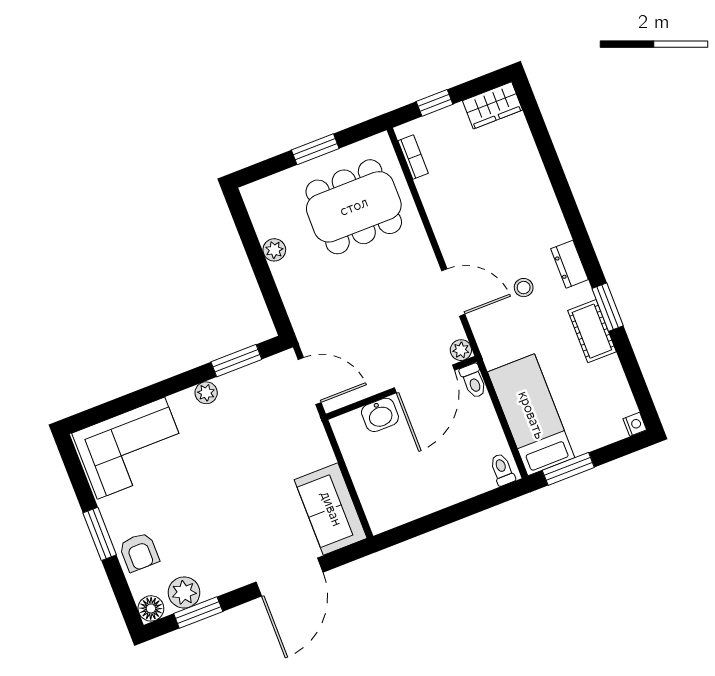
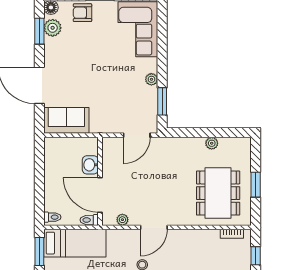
door: (424, 379) -> (100, 195), moved
toilet: (473, 381) -> (89, 220), moved
wall: (401, 388) -> (100, 181), moved
washbasin: (380, 415) -> (90, 165), moved

